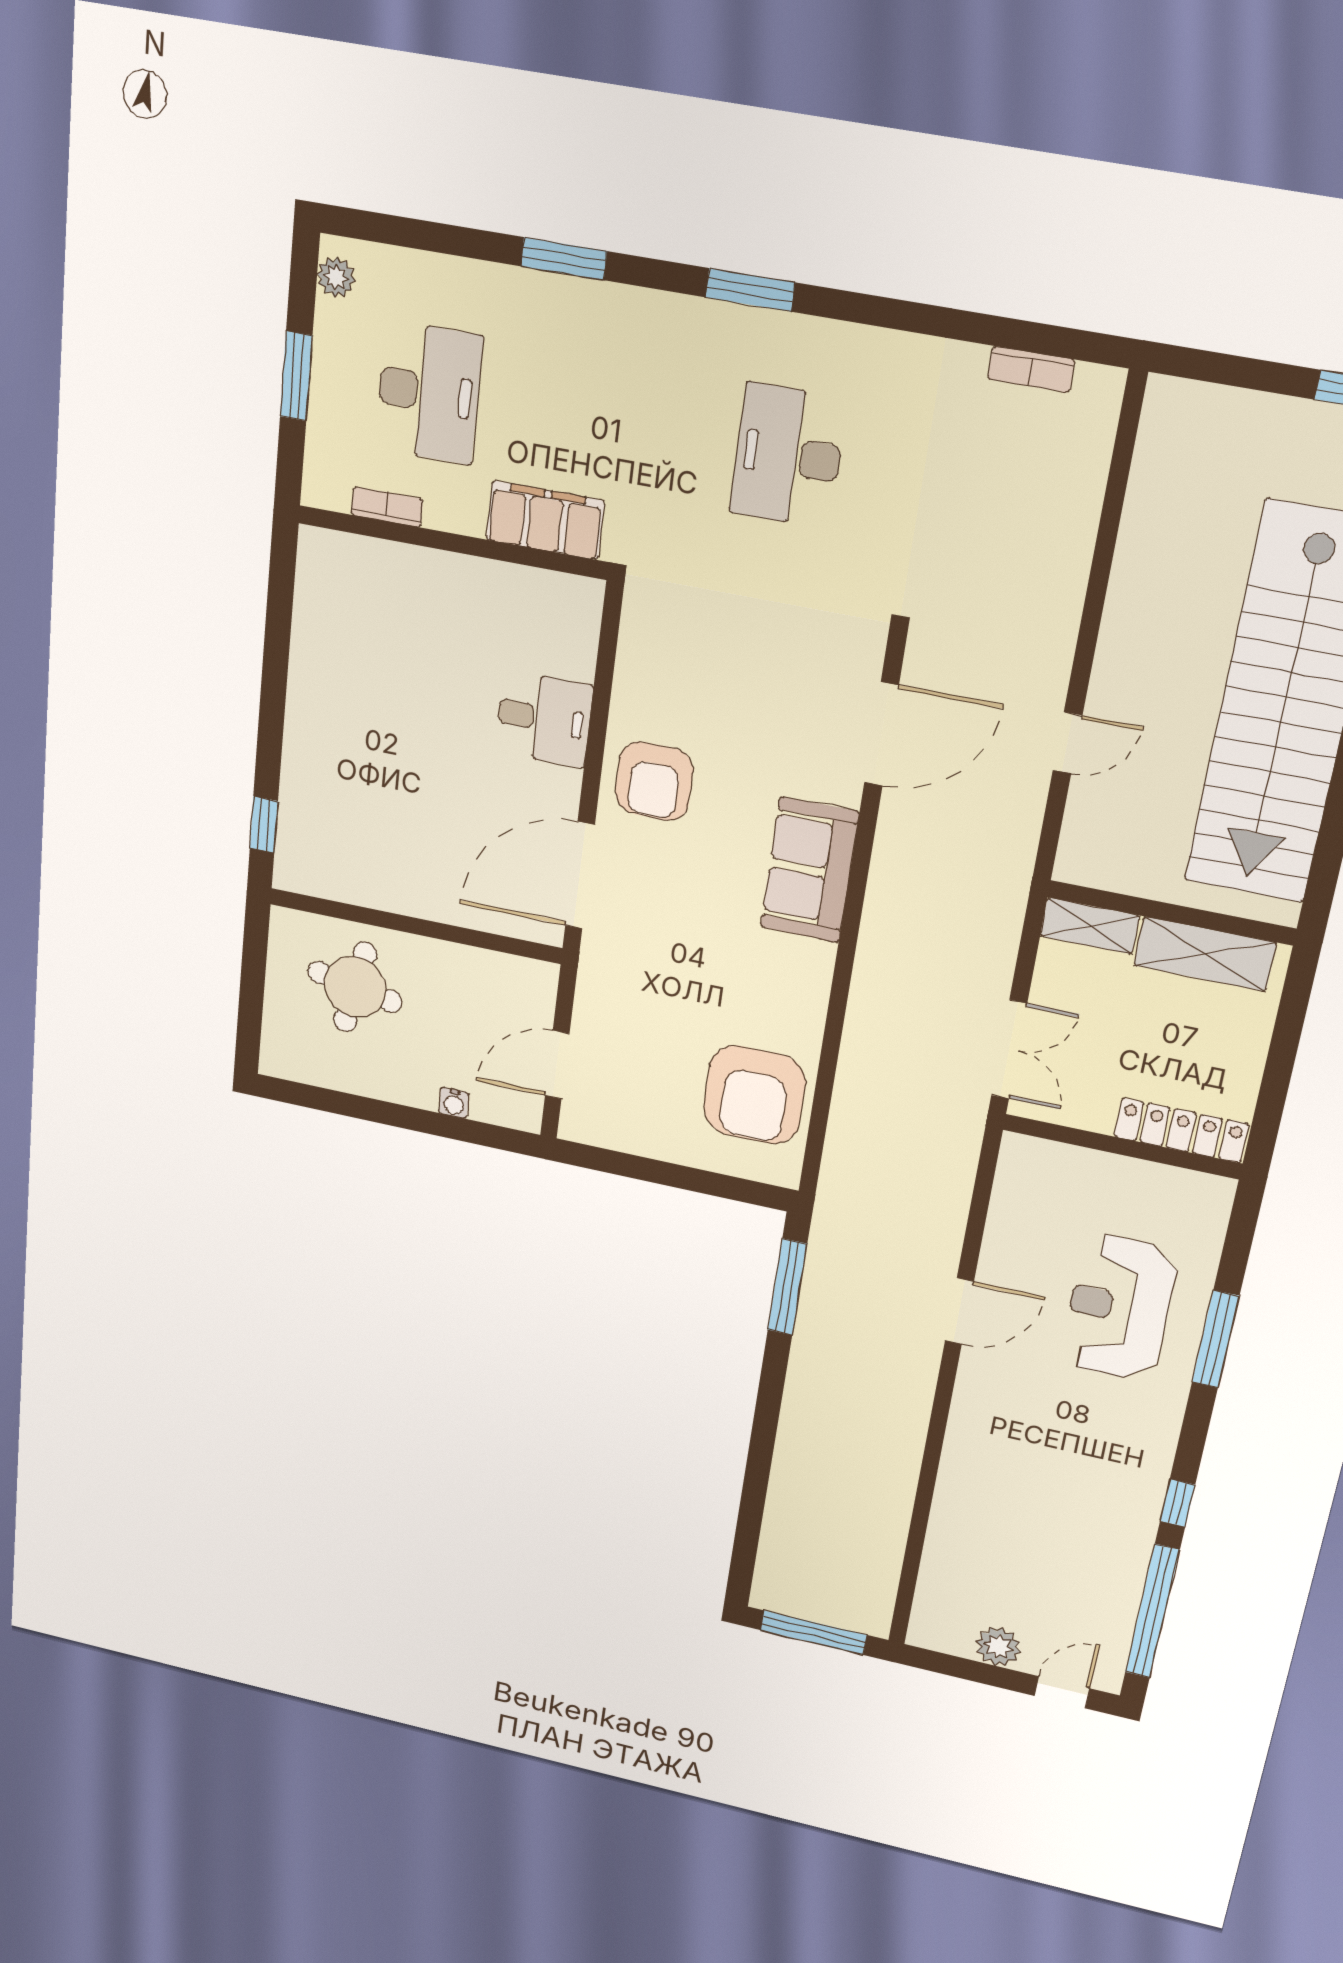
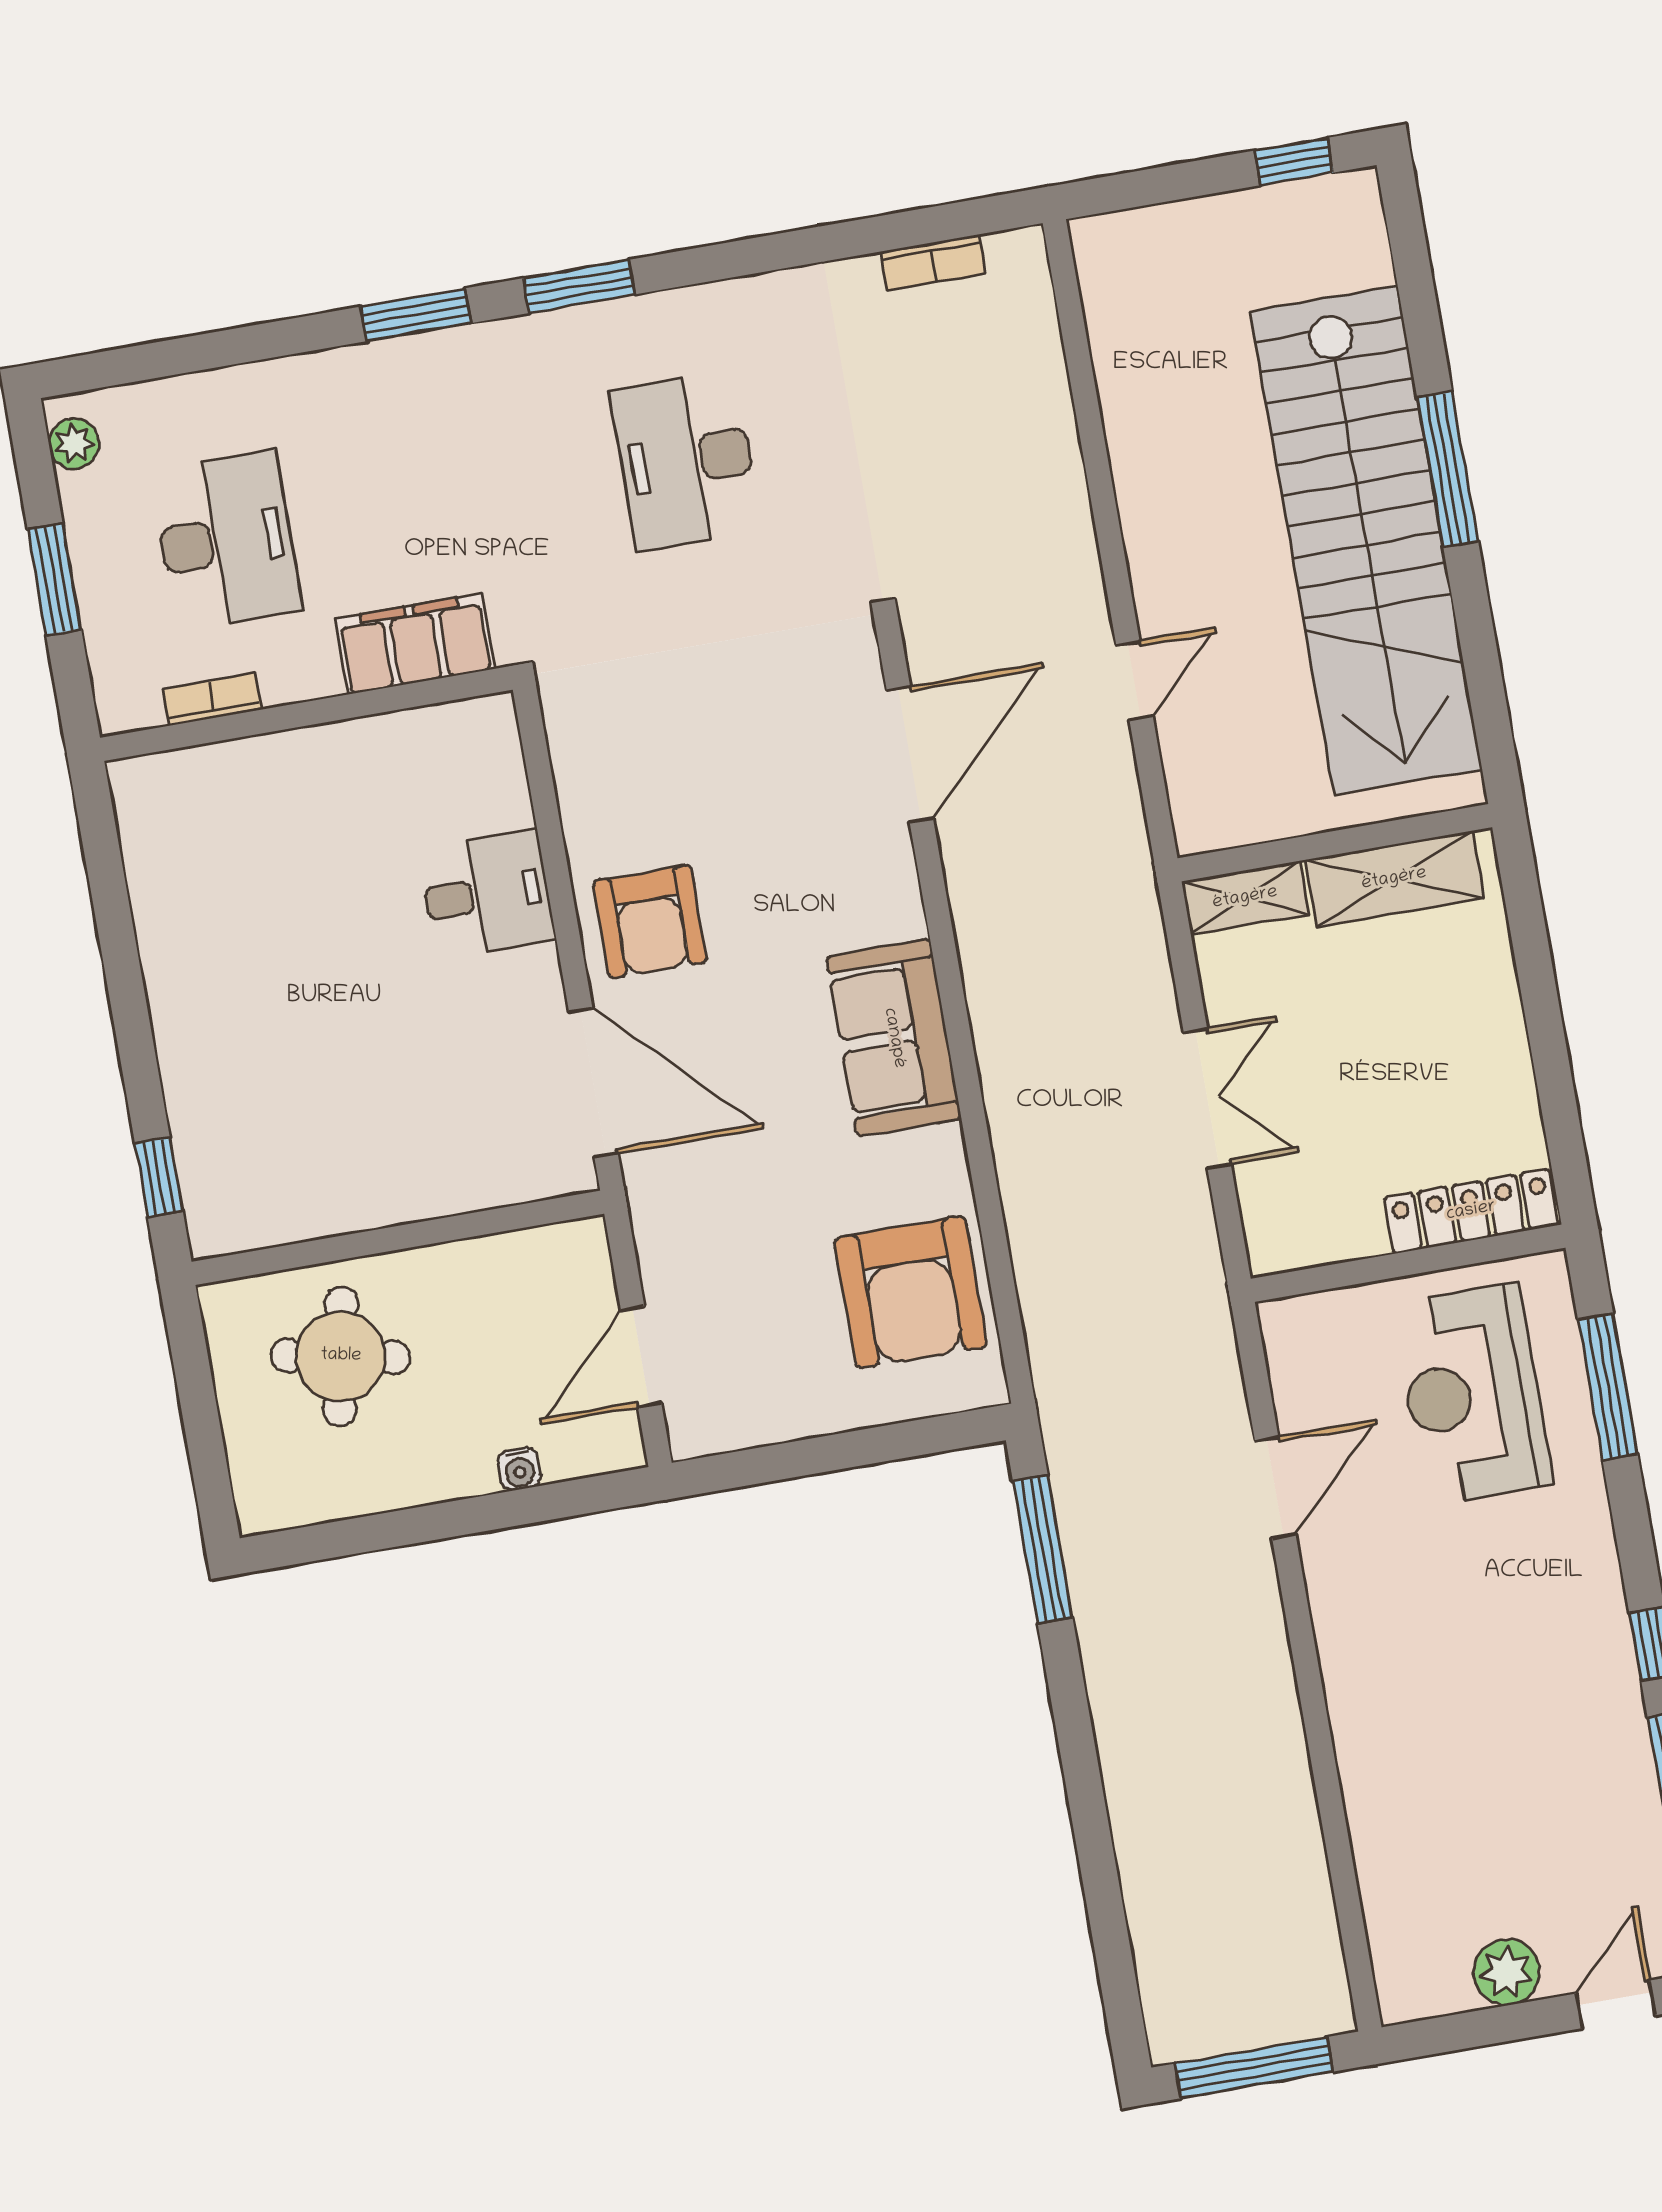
window: (564, 259) -> (416, 315), moved
sofa: (810, 870) -> (894, 1038), moved
door: (580, 875) -> (593, 1083), swing flipped
locker: (1181, 1130) -> (1471, 1211), moved
wall: (1122, 1147) -> (1408, 1263), moved

